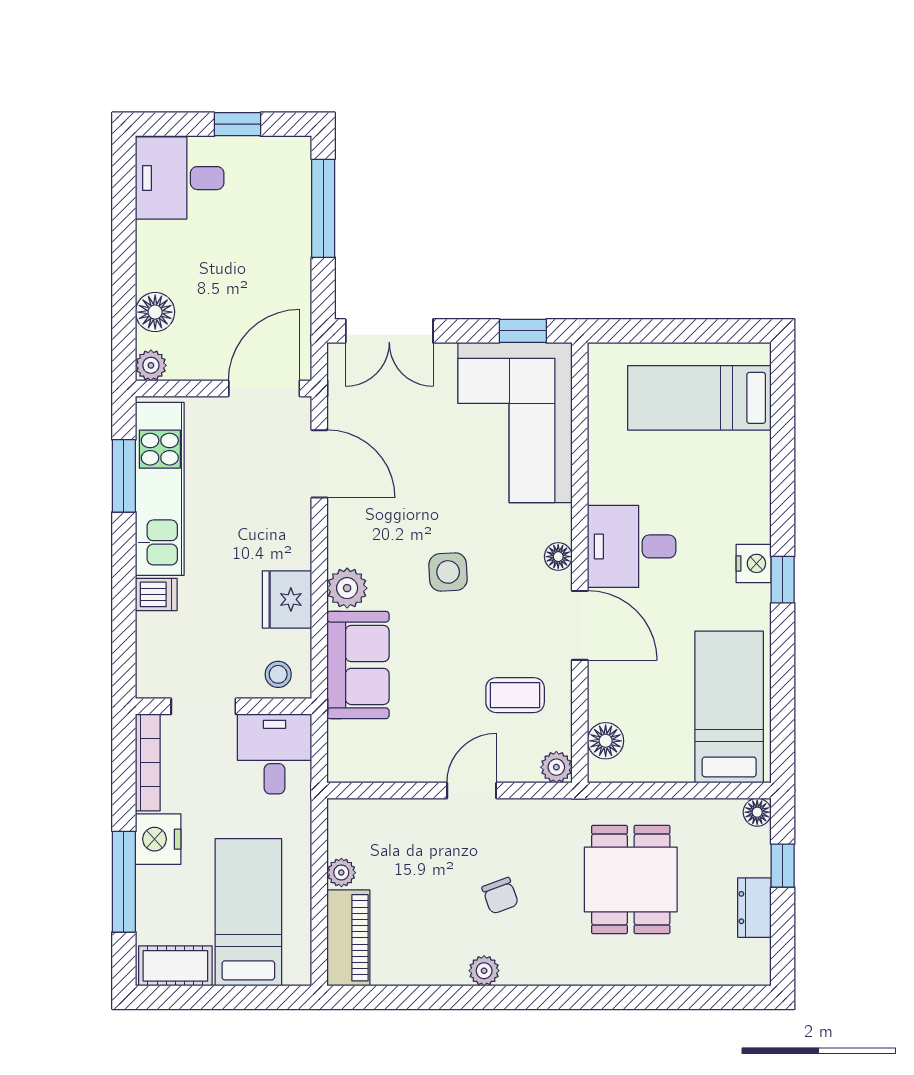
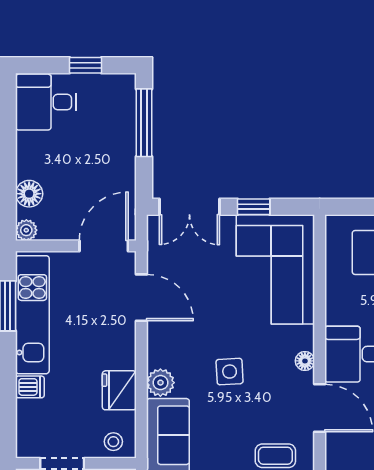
window: (523, 331) -> (254, 207), moved

